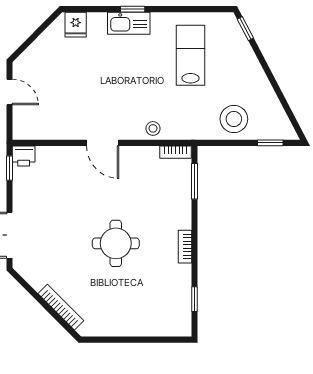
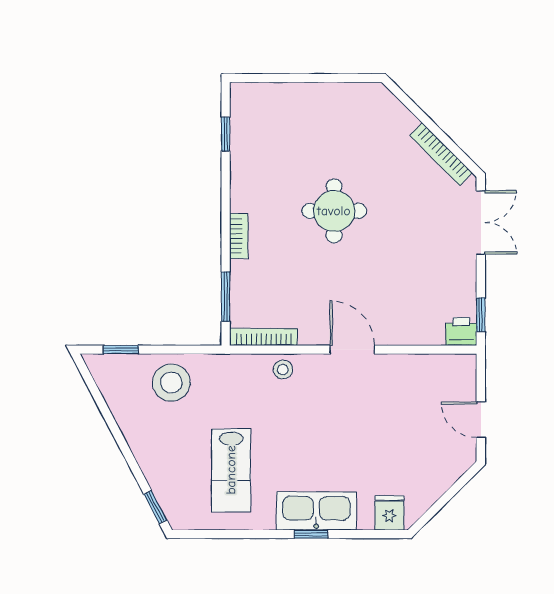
kitchen sink: (129, 23) -> (316, 511), width x1.36, depth x1.24
bookcase: (175, 152) -> (264, 337), width x1.56
bookcase: (185, 247) -> (239, 236), moved
bookcase: (61, 307) -> (441, 154), moved

